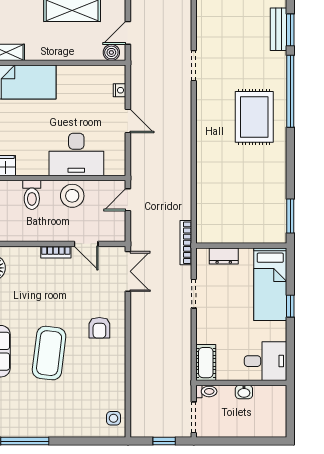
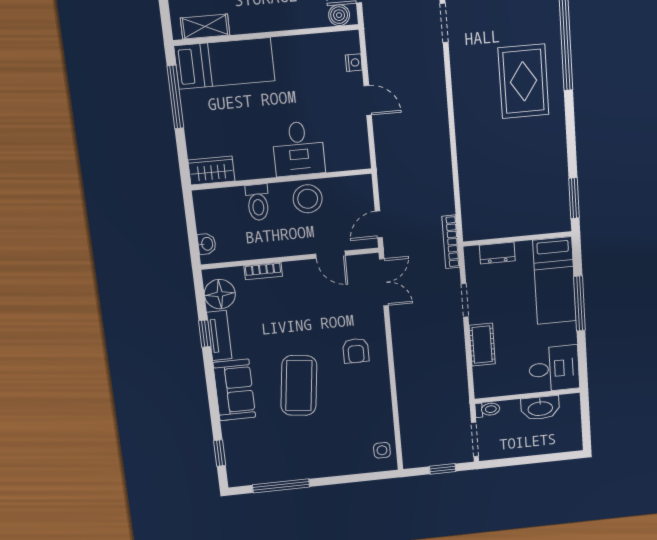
desk: (76, 154) -> (298, 149), width x0.73
door: (128, 200) -> (379, 225), moved
bookcase: (56, 252) -> (263, 271), moved
window: (290, 306) -> (579, 303), width x2.17
cot: (206, 363) -> (482, 345), moved
washbasin: (244, 392) -> (540, 408), width x1.91, depth x1.45

